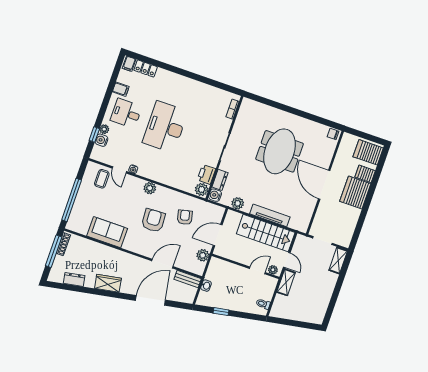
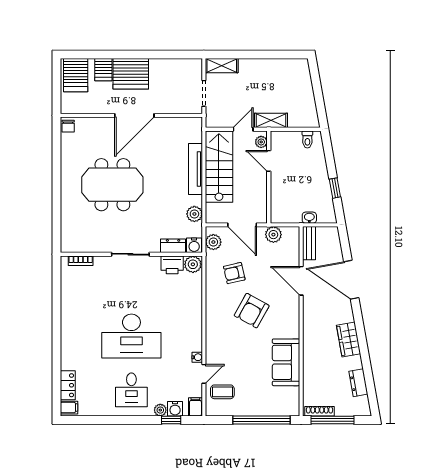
filing cabinet: (121, 89) -> (195, 407), moved
plant: (150, 188) -> (213, 242), moved
armchair: (153, 220) -> (252, 311), turned -58

